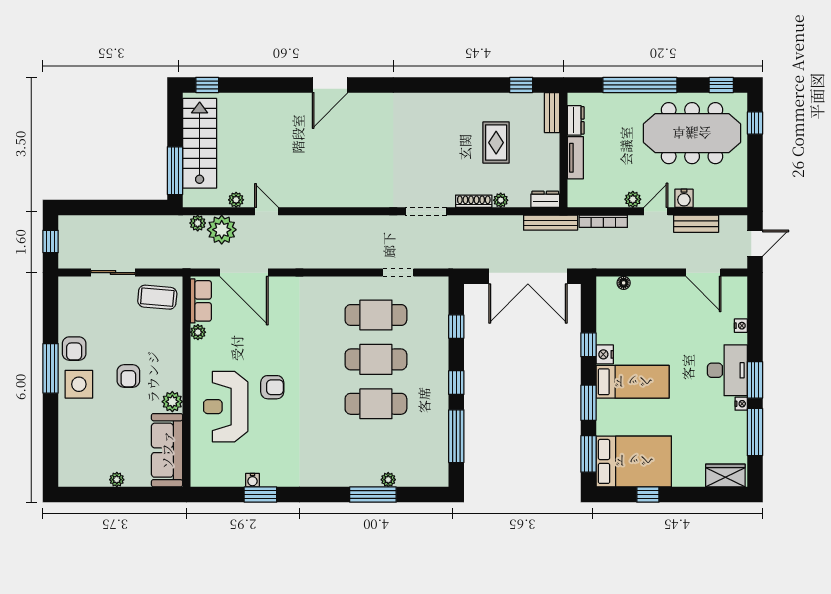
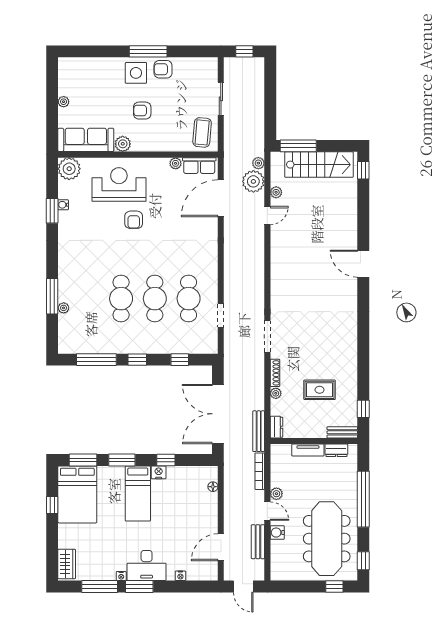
plant: (205, 472) -> (69, 169), added

